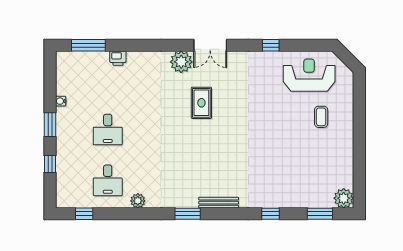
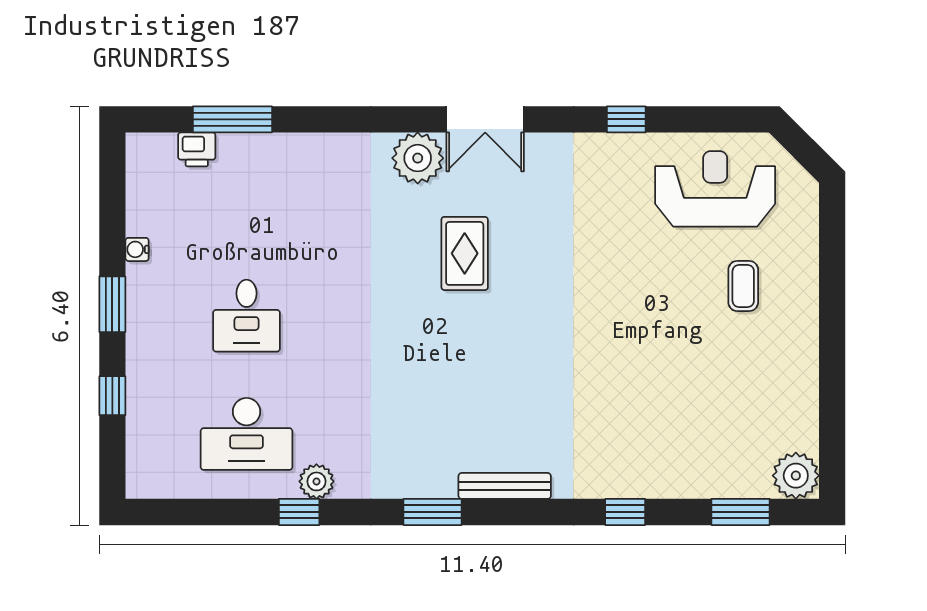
window: (88, 45) -> (232, 119), moved
printer: (118, 58) -> (197, 149), moved
desk: (108, 180) -> (246, 434), width x1.37
window: (84, 214) -> (299, 512), moved

